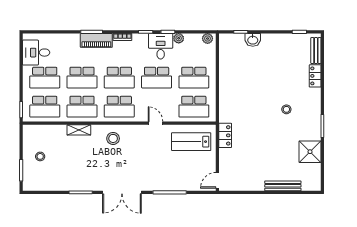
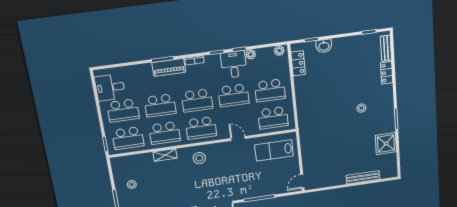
locker: (225, 135) -> (298, 63), moved

